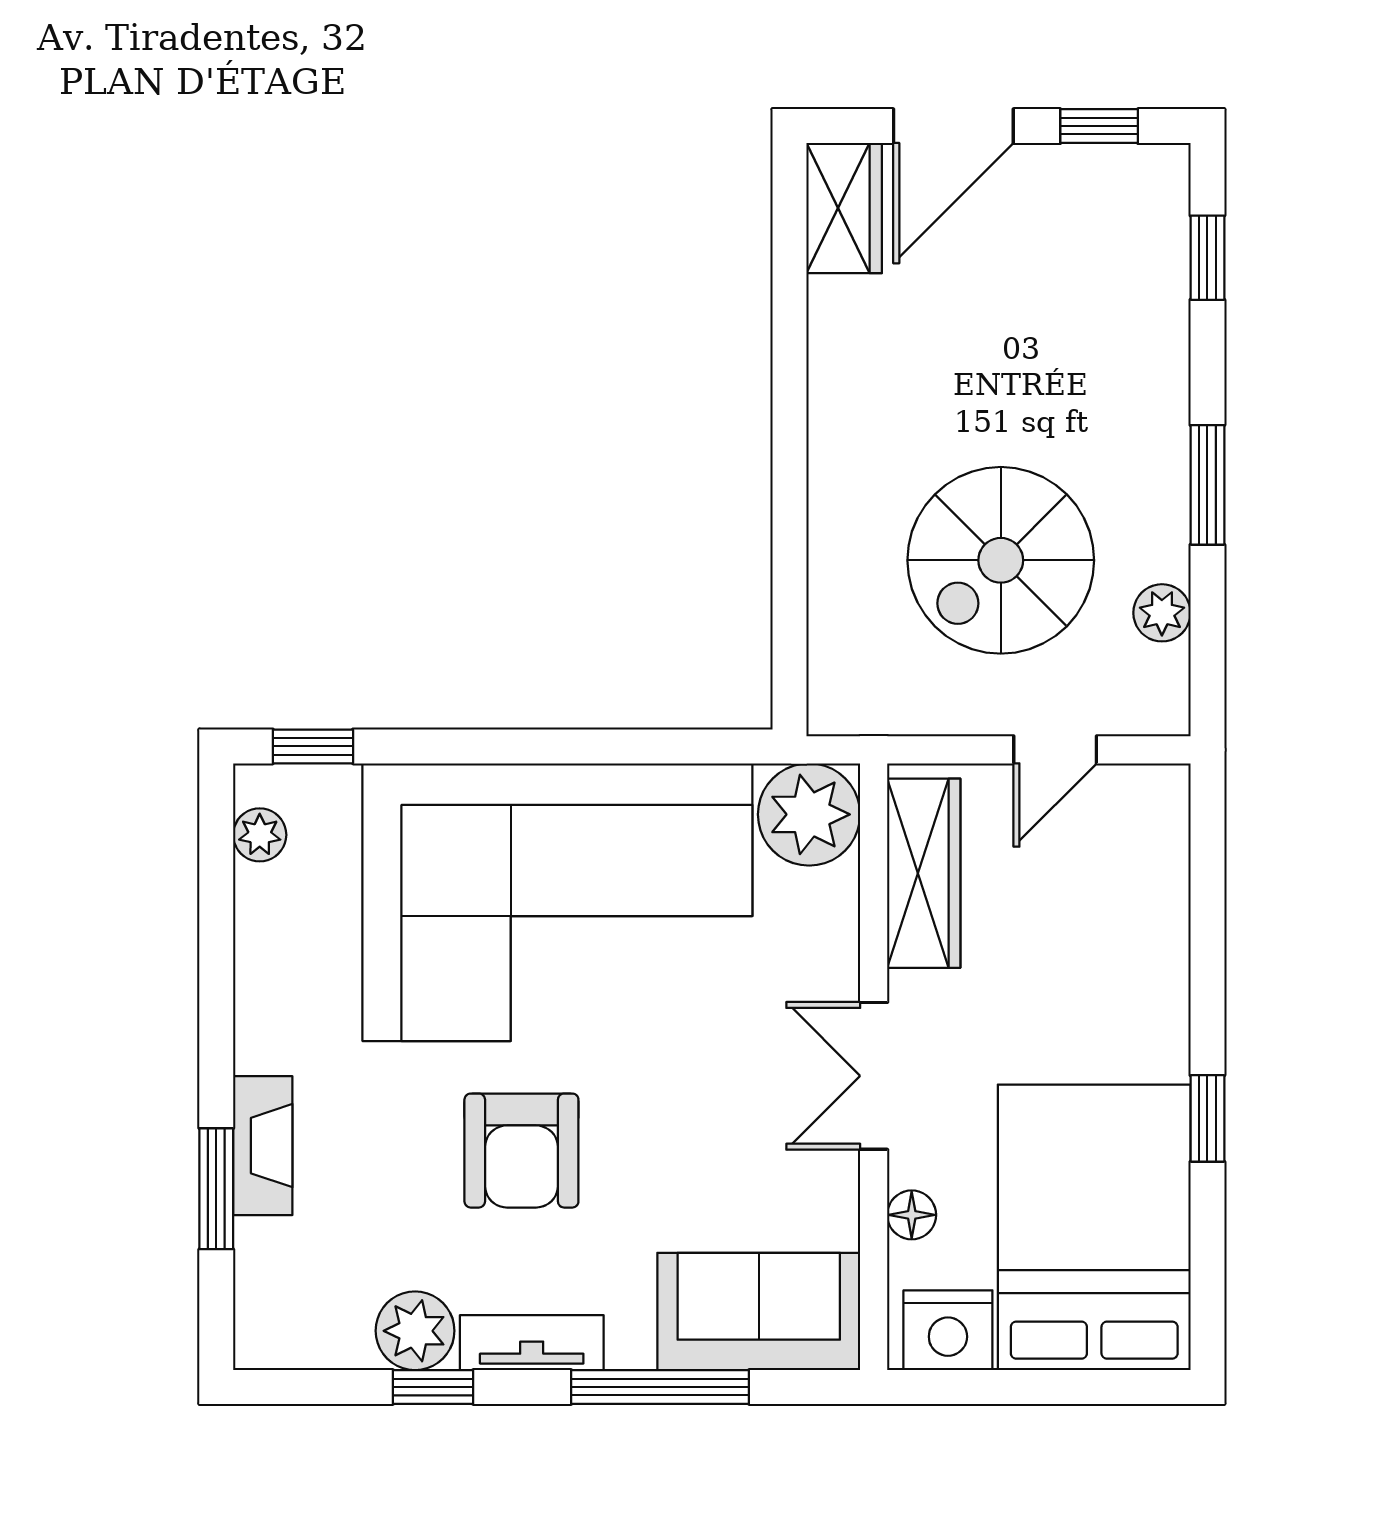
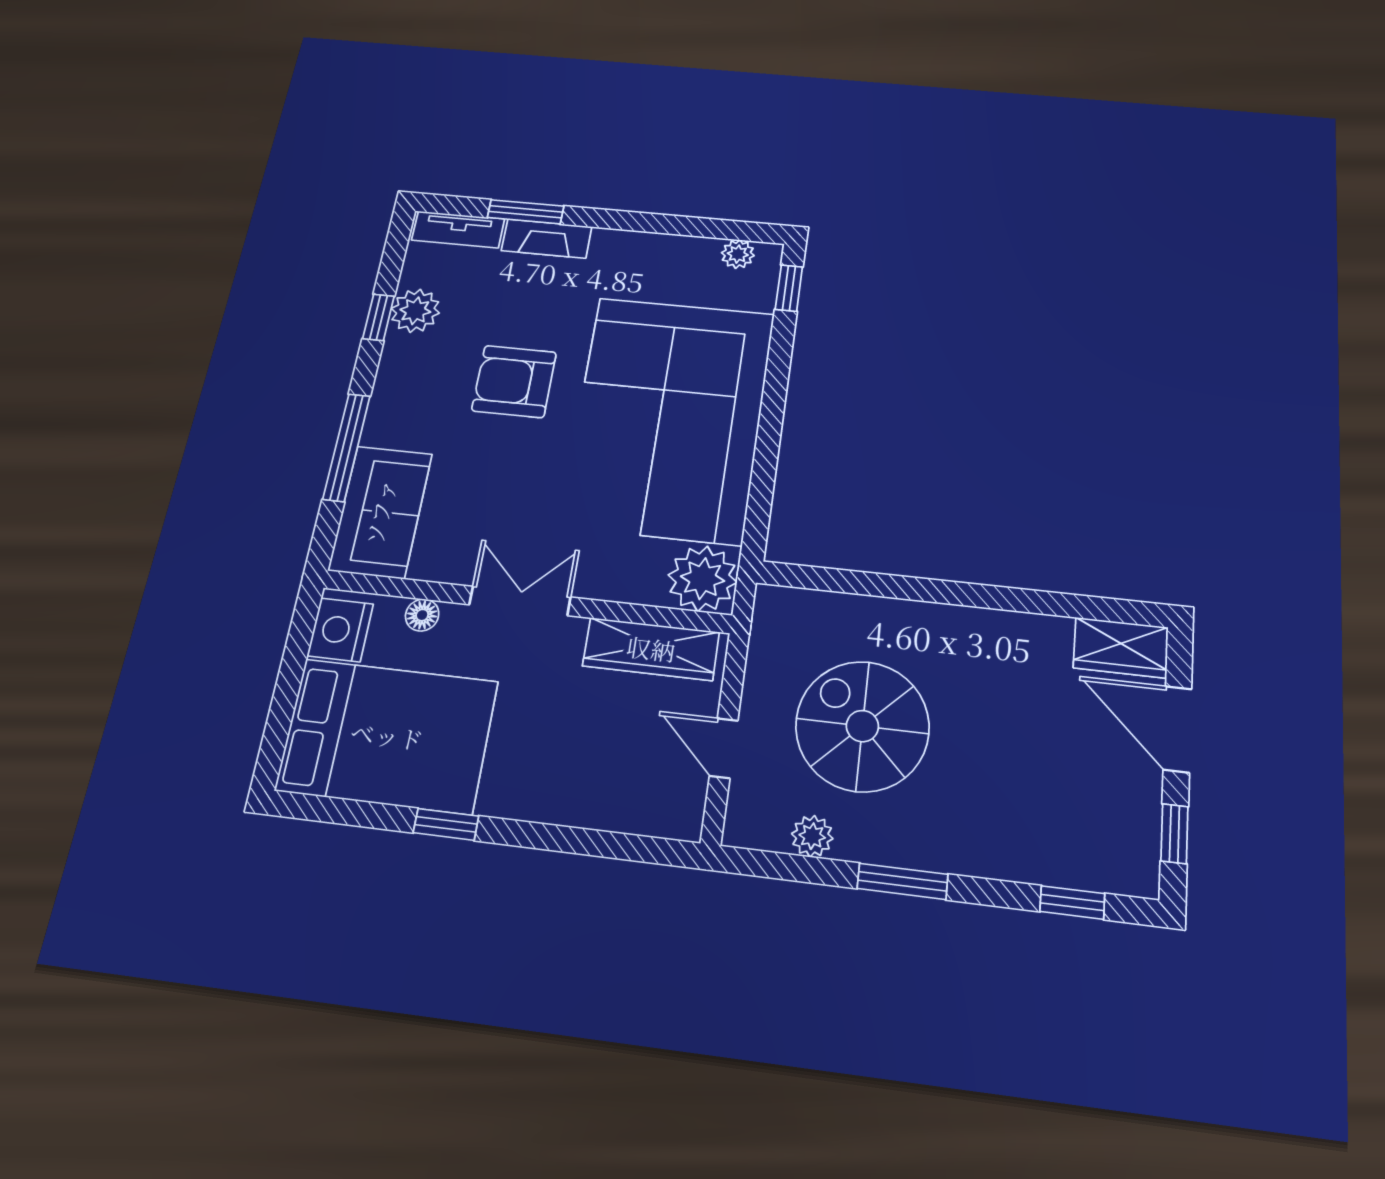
tv unit: (532, 1343) -> (458, 230), moved, turned 90

